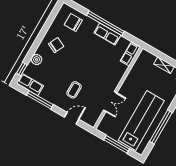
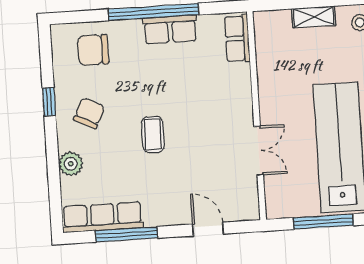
window: (22, 69) -> (49, 102), moved
row of seats: (30, 85) -> (102, 217), width x1.48
coffee table: (74, 90) -> (153, 134), moved
door: (72, 118) -> (208, 229), hinge flipped

